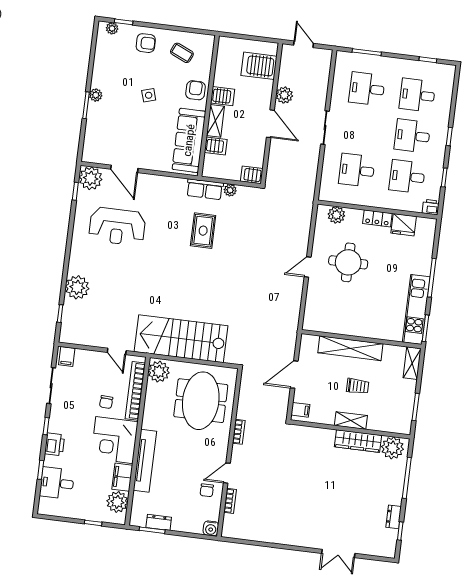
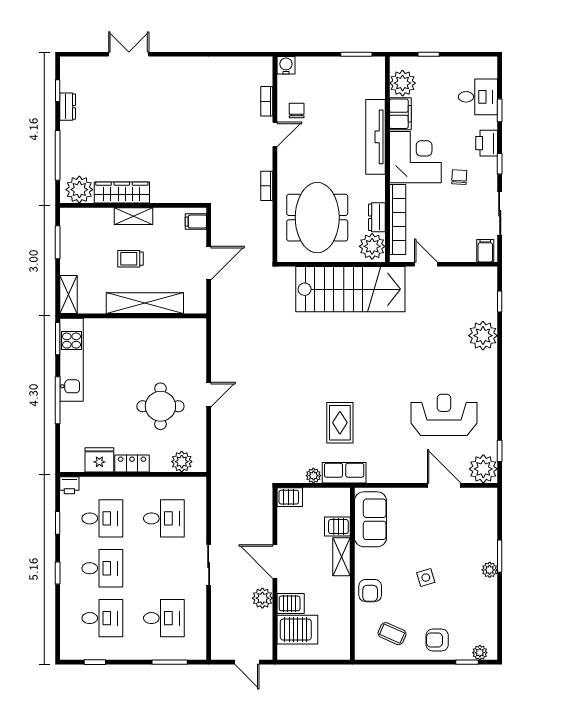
server rack: (223, 96) -> (291, 603), moved, turned 180
sofa: (189, 140) -> (371, 519), width x0.73
chair: (106, 402) -> (459, 177), moved
dresser: (159, 522) -> (377, 217), moved, turned 90

